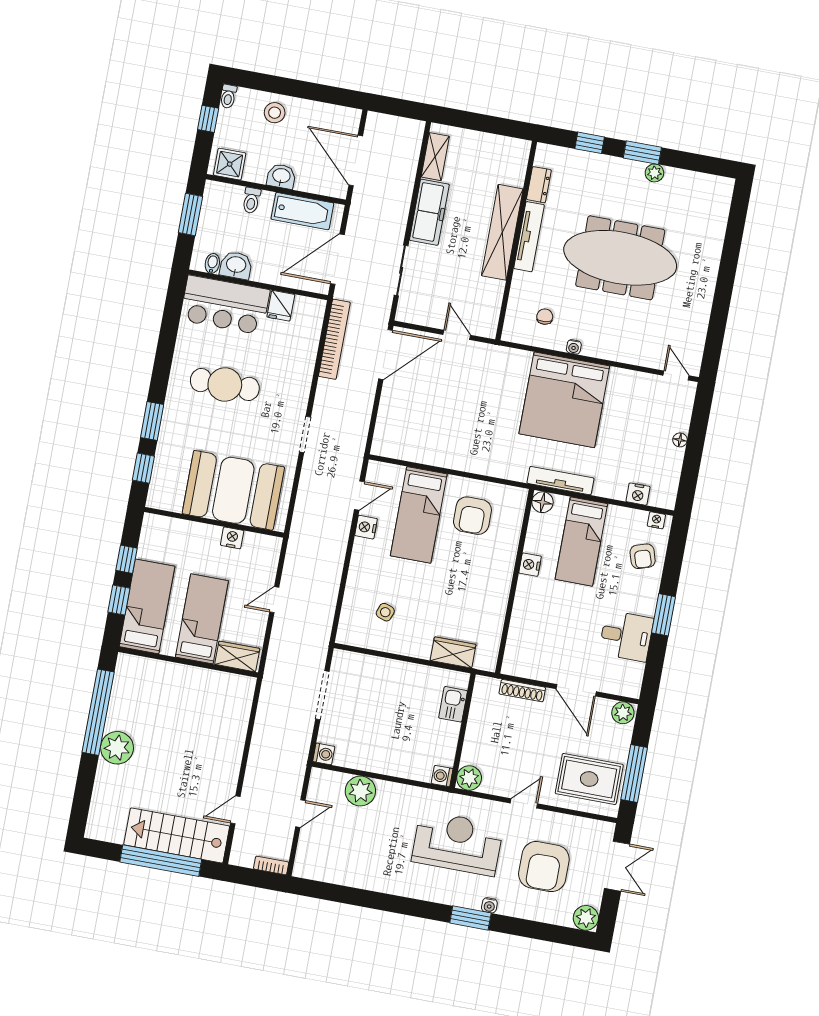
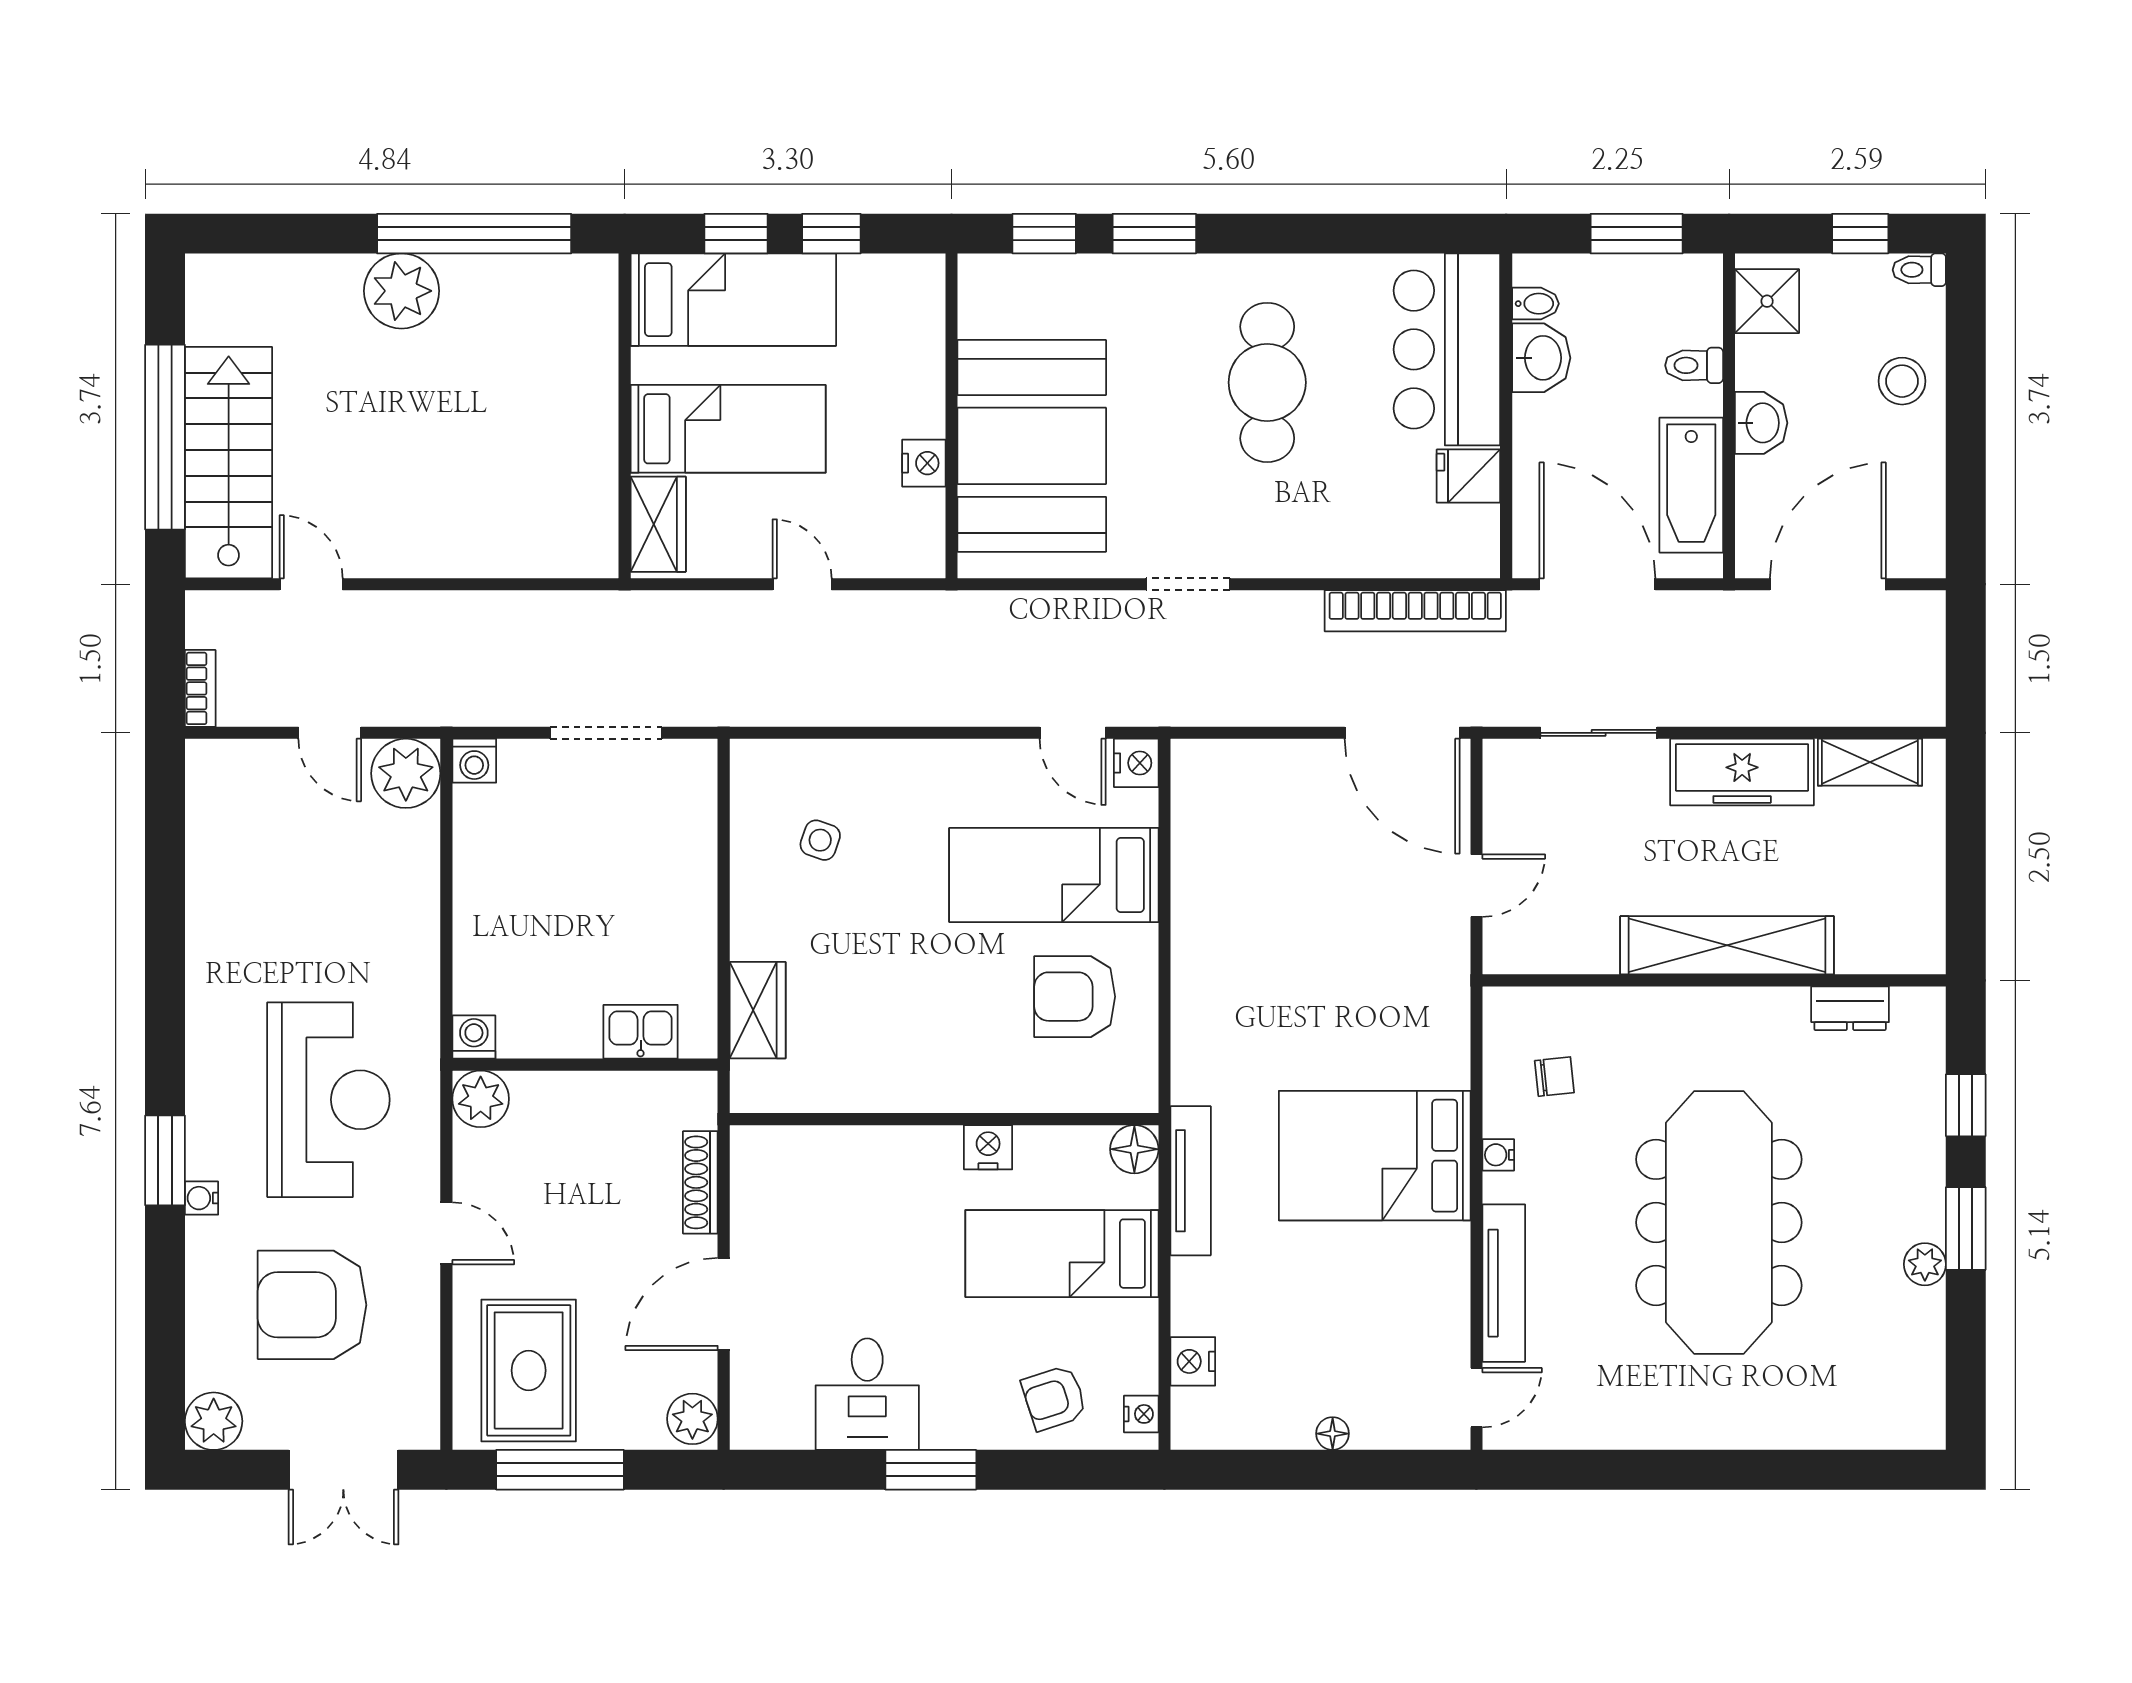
tv unit: (529, 237) -> (1504, 1283), moved, turned -90
bed: (564, 400) -> (1375, 1156), width x0.73
nightstand: (366, 527) -> (1136, 763), moved, turned 90
plant: (360, 791) -> (406, 773), moved

